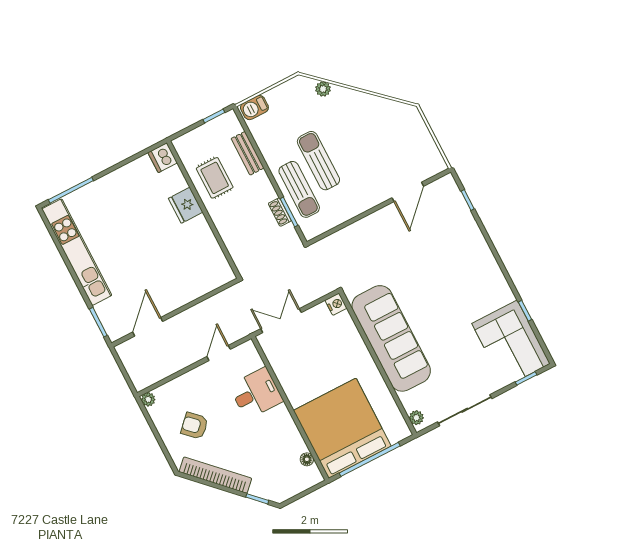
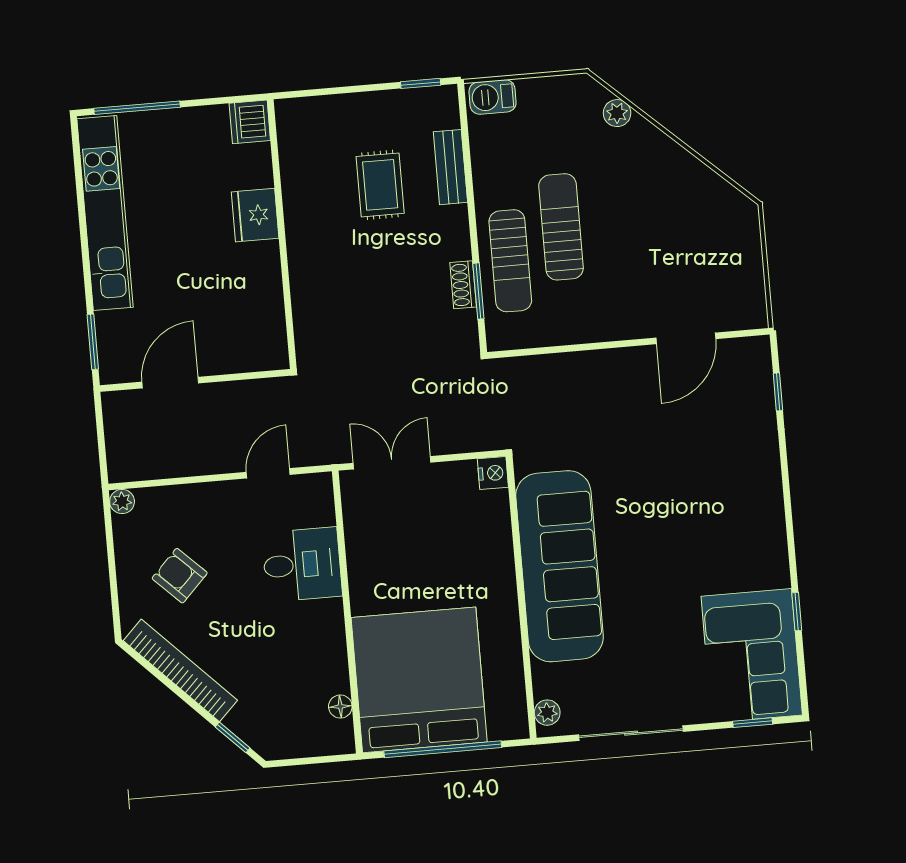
dishwasher: (163, 158) -> (250, 122), moved
fridge: (186, 205) -> (255, 215), moved
wall: (204, 209) -> (282, 234), moved

